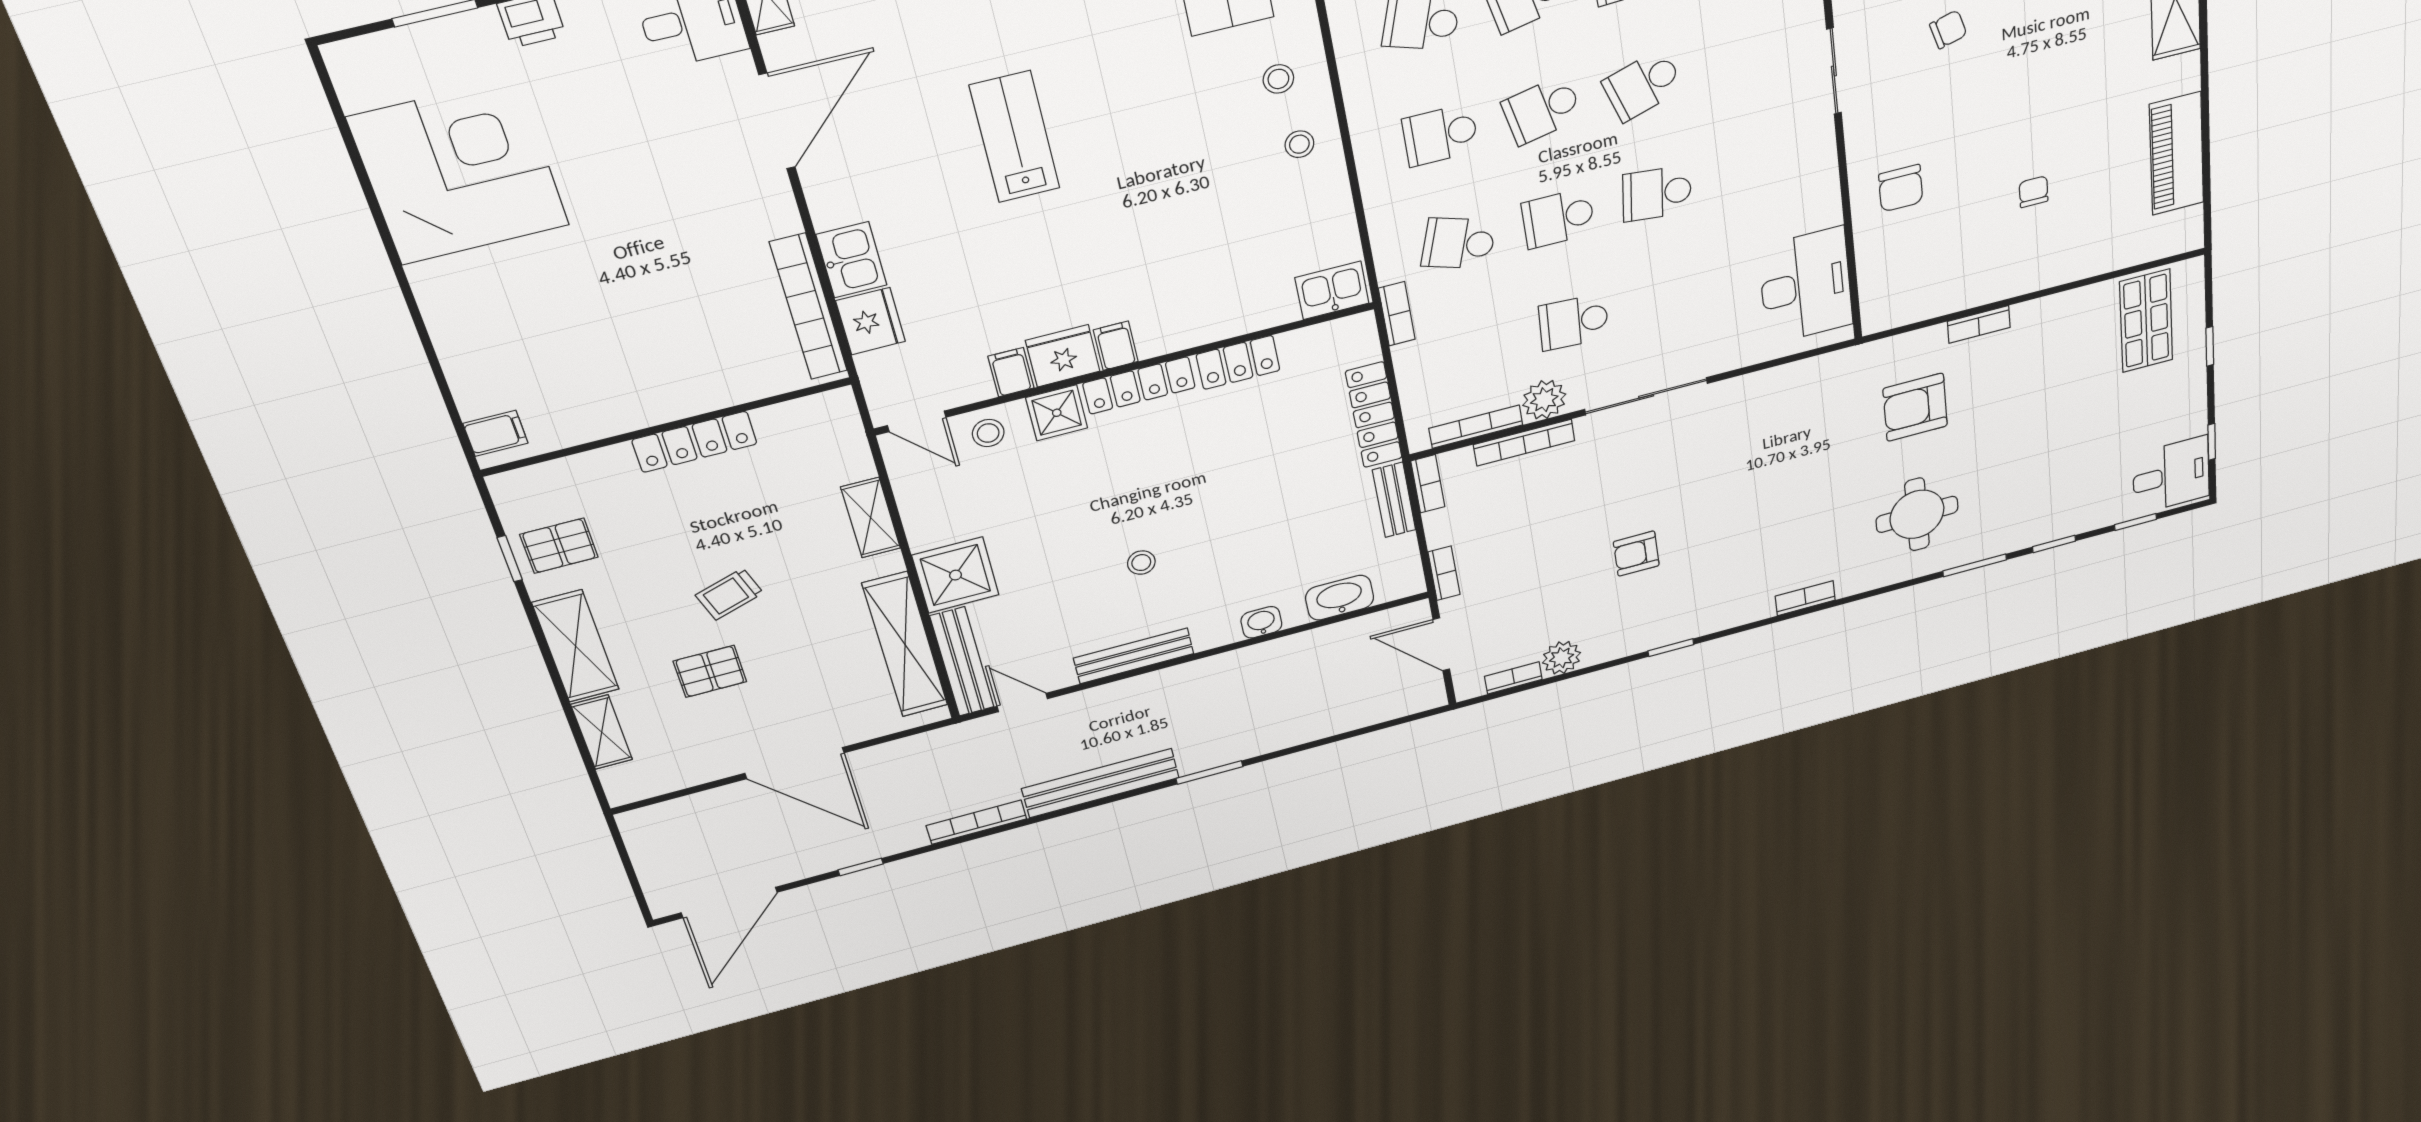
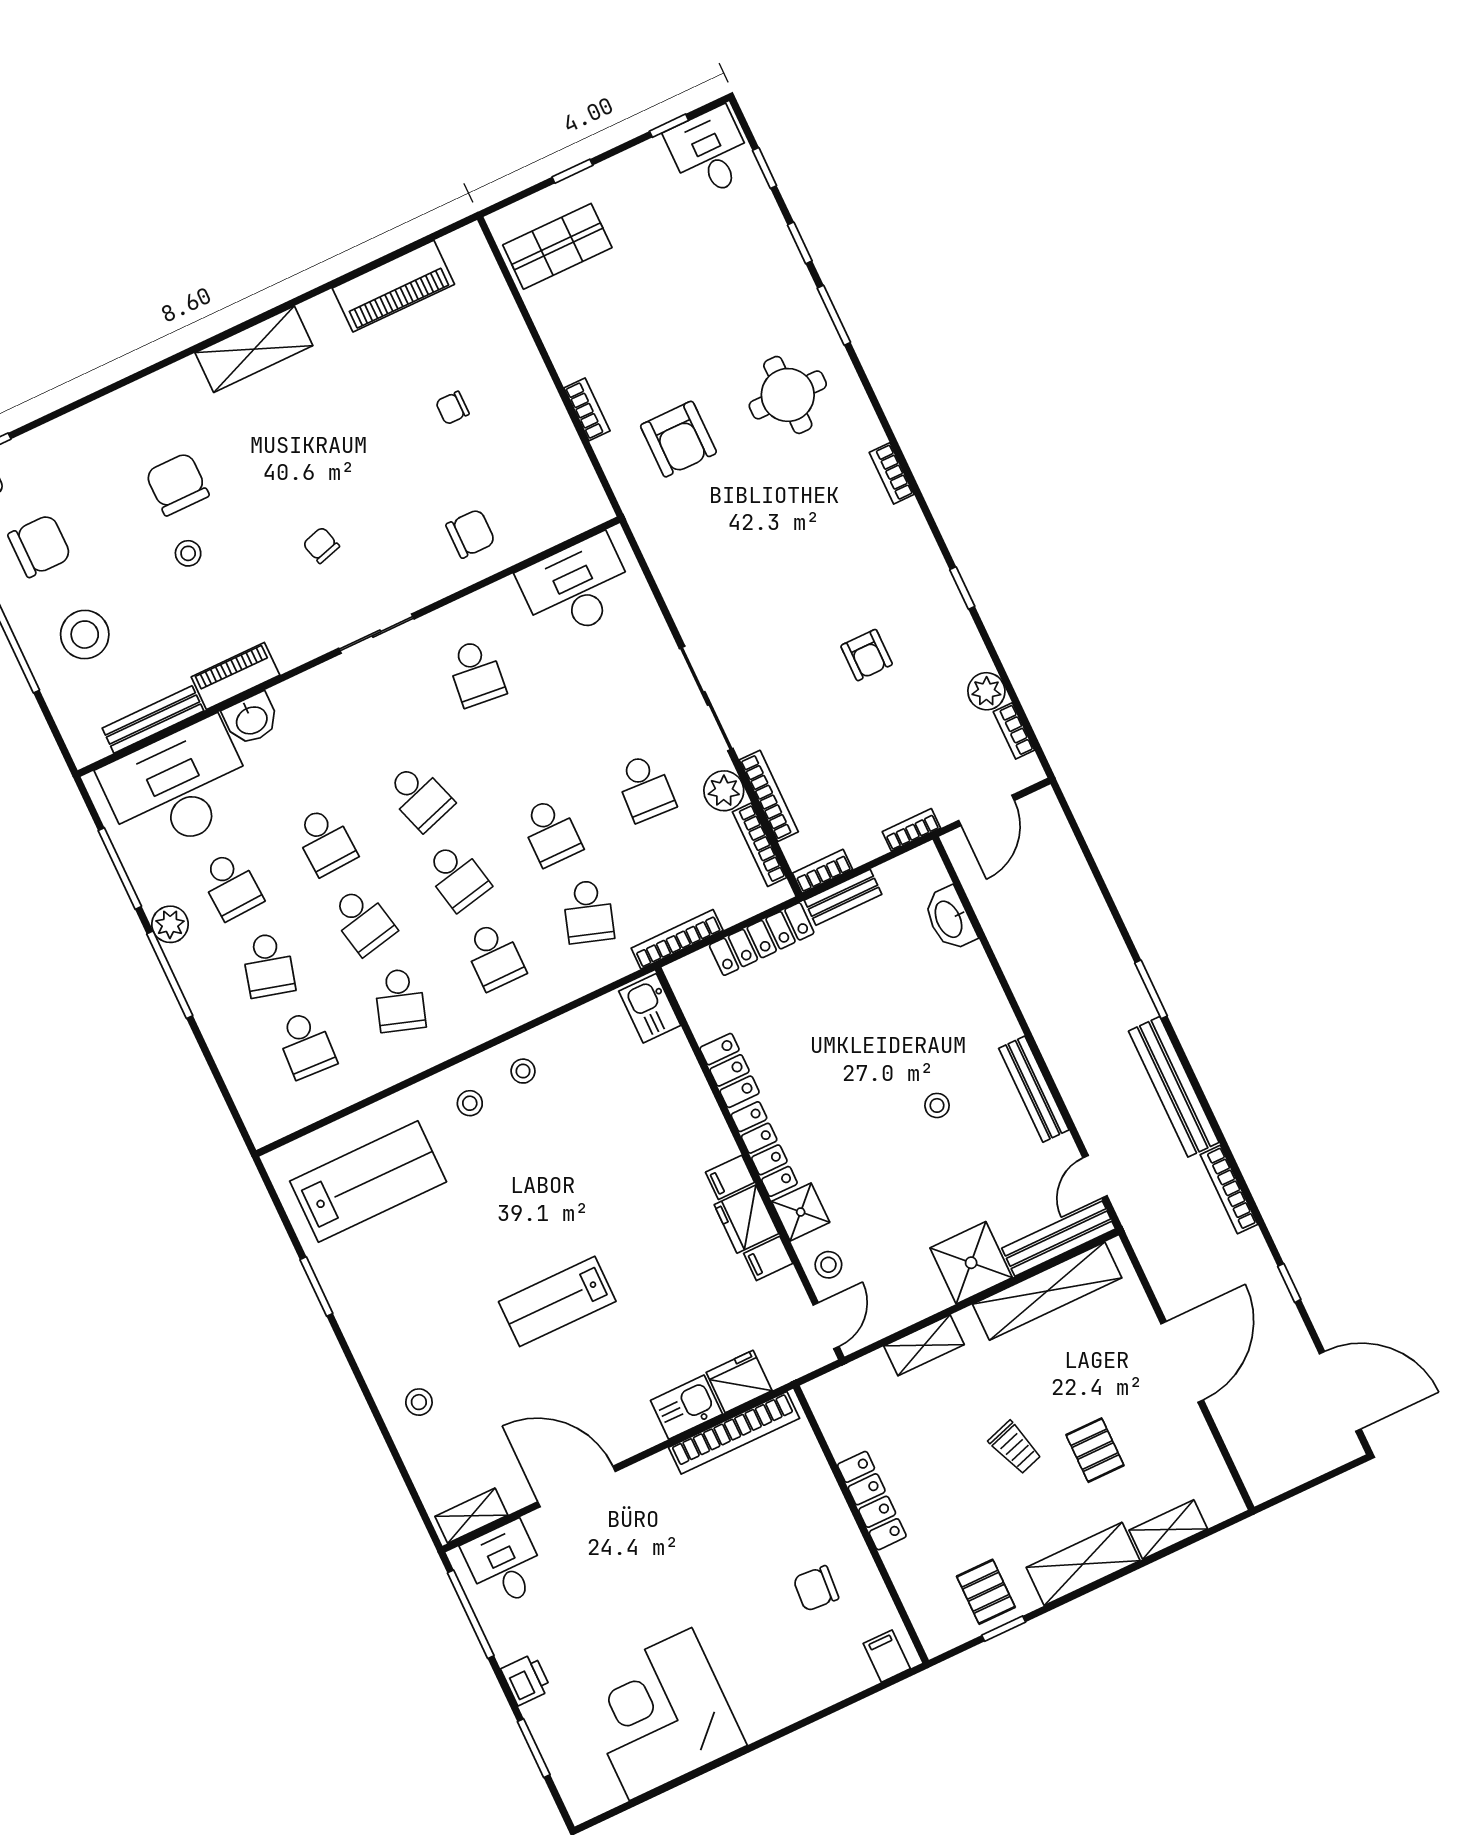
school desk: (1657, 193) -> (476, 673), moved
bookcase: (1397, 314) -> (677, 939), width x1.56
chair: (595, 369) -> (816, 1588), added
washbasin: (1261, 622) -> (984, 983), removed

